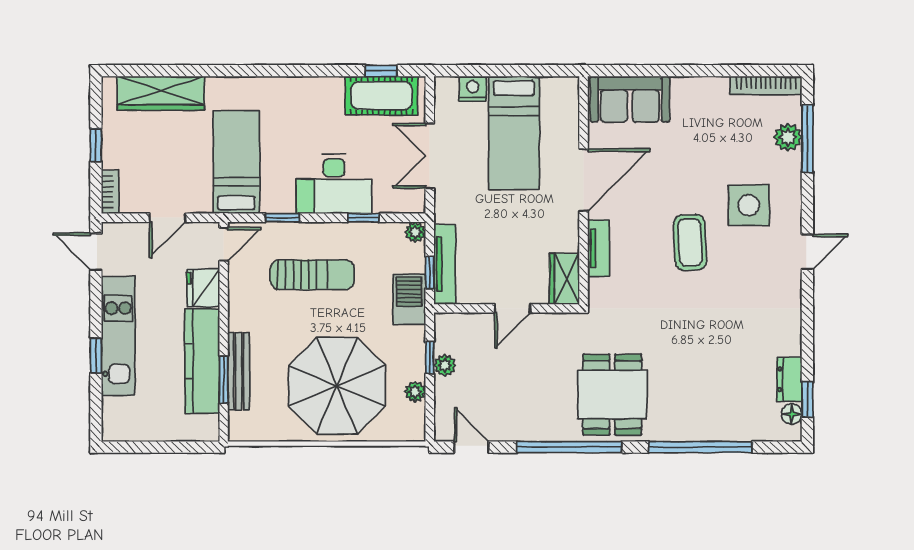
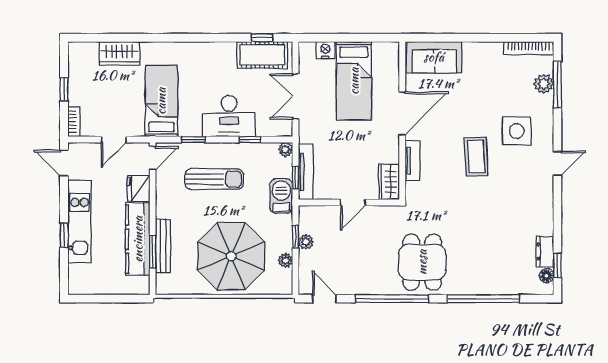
wardrobe: (161, 93) -> (119, 53), width x0.67

